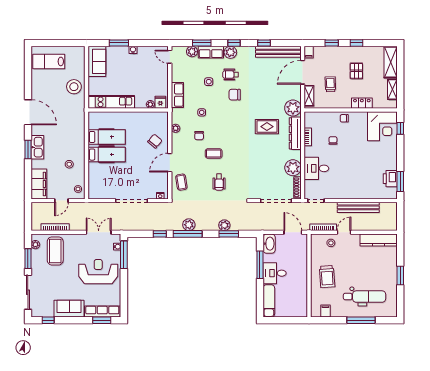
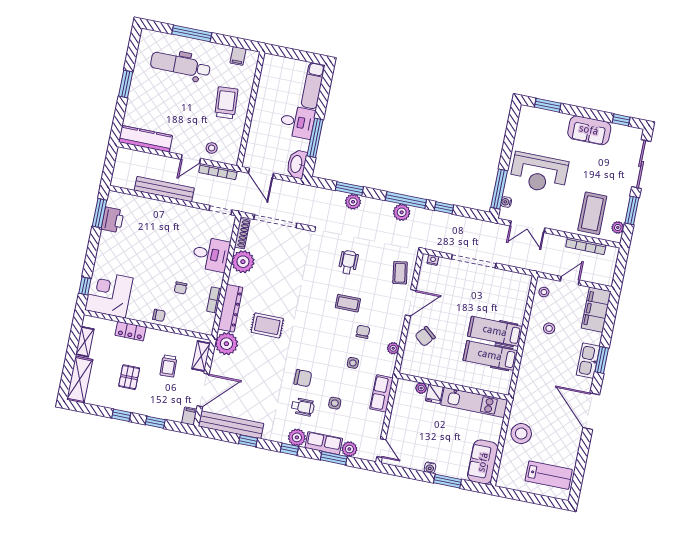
fridge: (160, 102) -> (434, 394), moved
row of seats: (102, 311) -> (544, 117), removed

